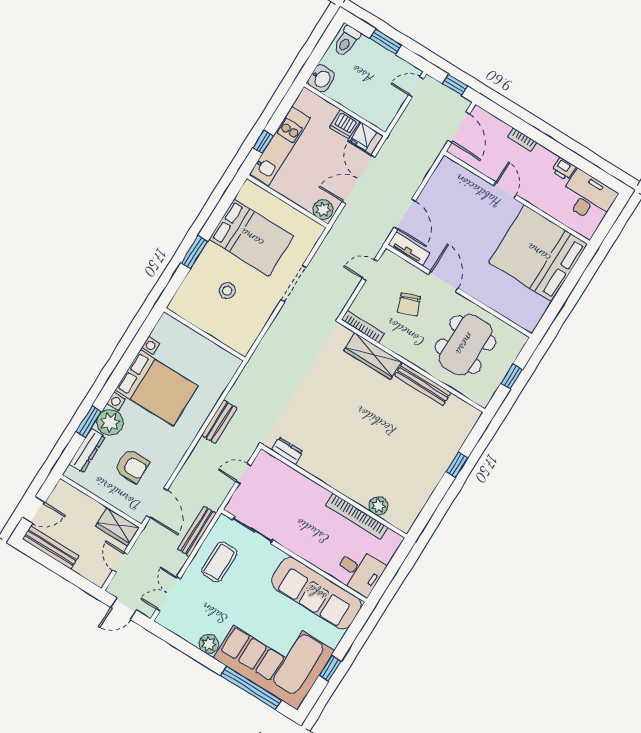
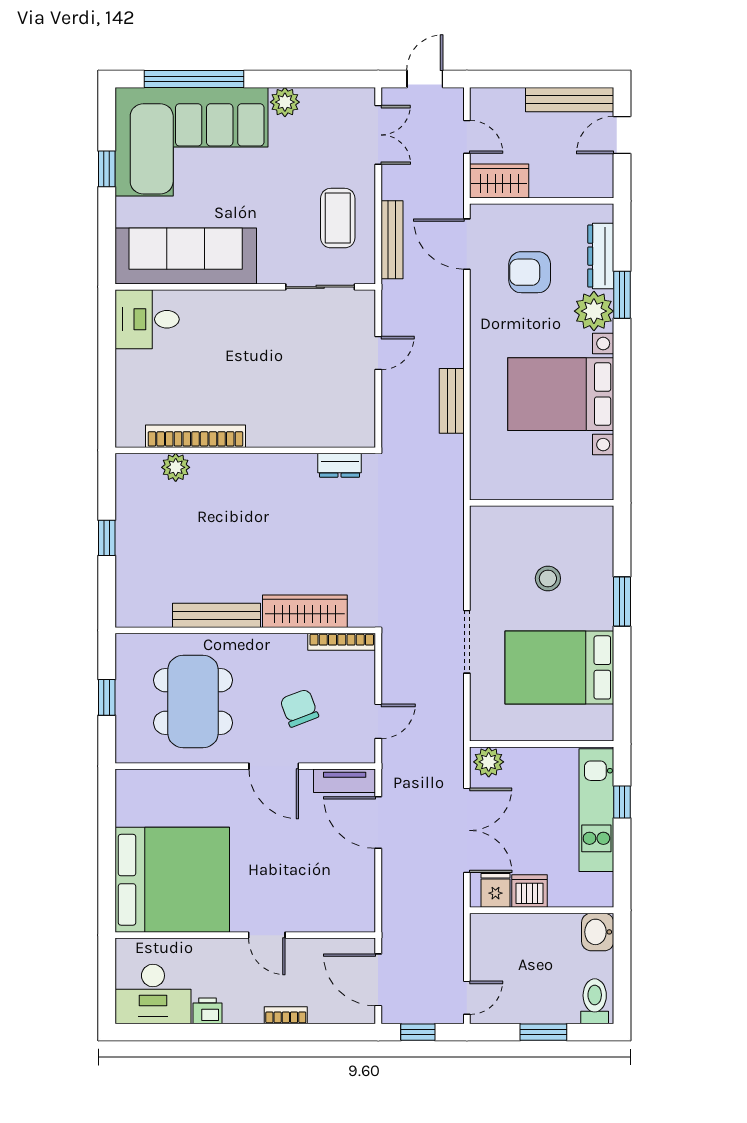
dresser: (287, 451) -> (340, 465), moved
wall: (334, 491) -> (245, 450), moved
plant: (378, 506) -> (176, 467), moved
bookcase: (357, 516) -> (195, 436), moved

